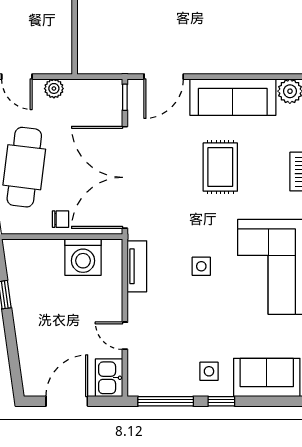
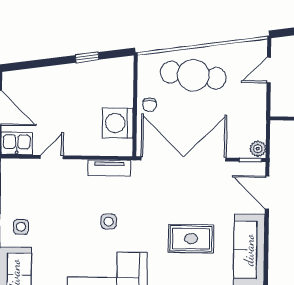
plant: (54, 88) -> (258, 149), moved

